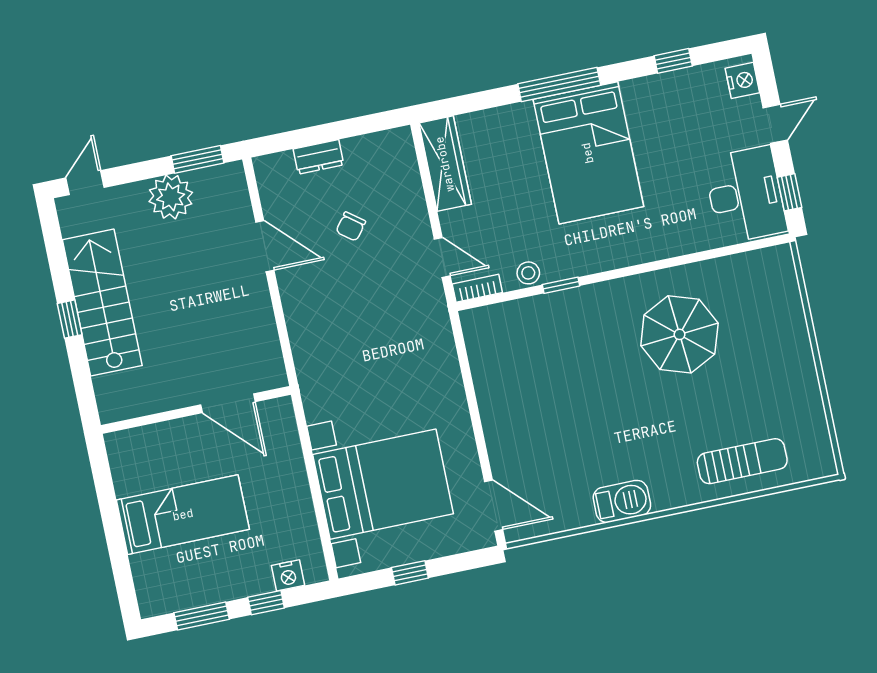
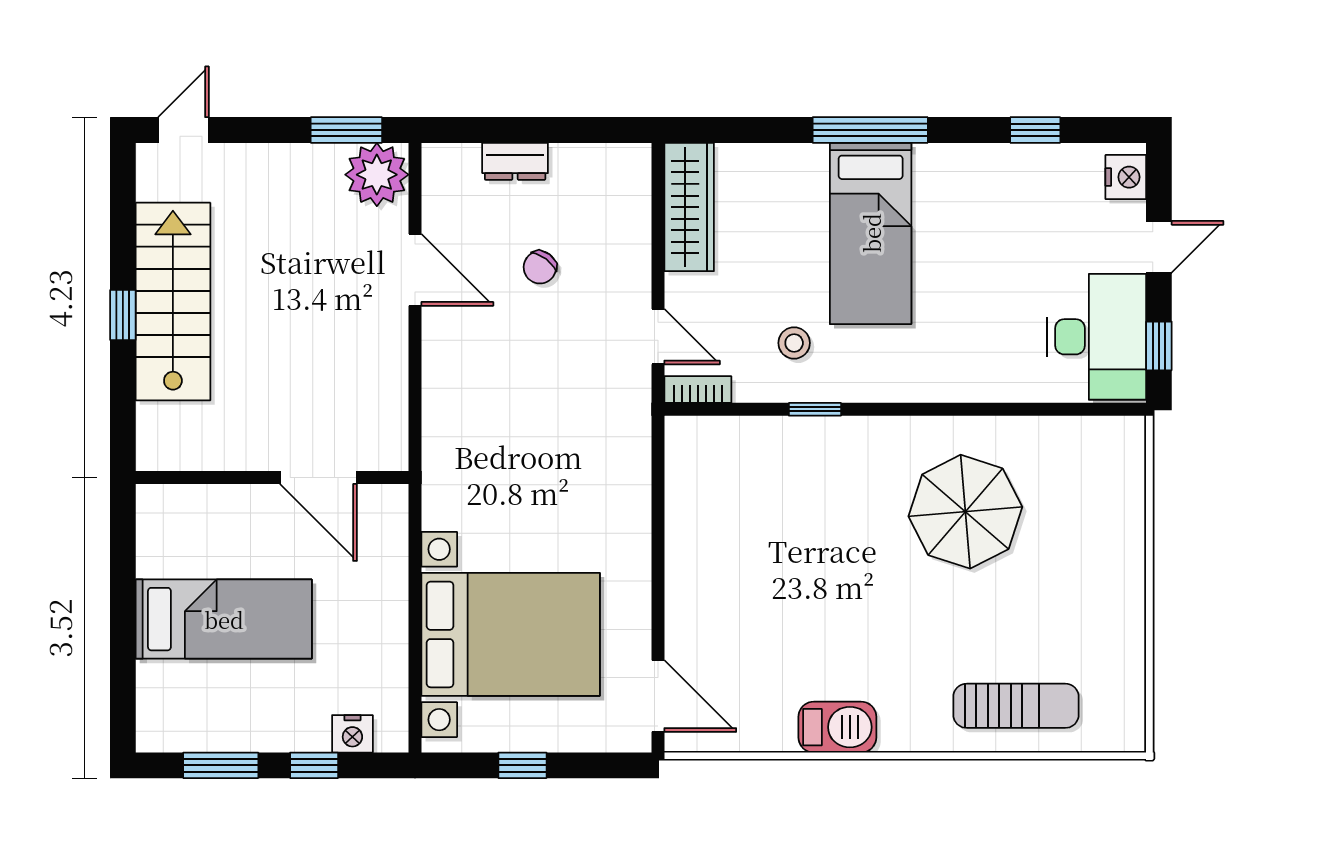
bed: (588, 153) -> (871, 233), width x0.67
plant: (171, 197) -> (377, 175), moved
stool: (528, 273) -> (794, 343), moved

